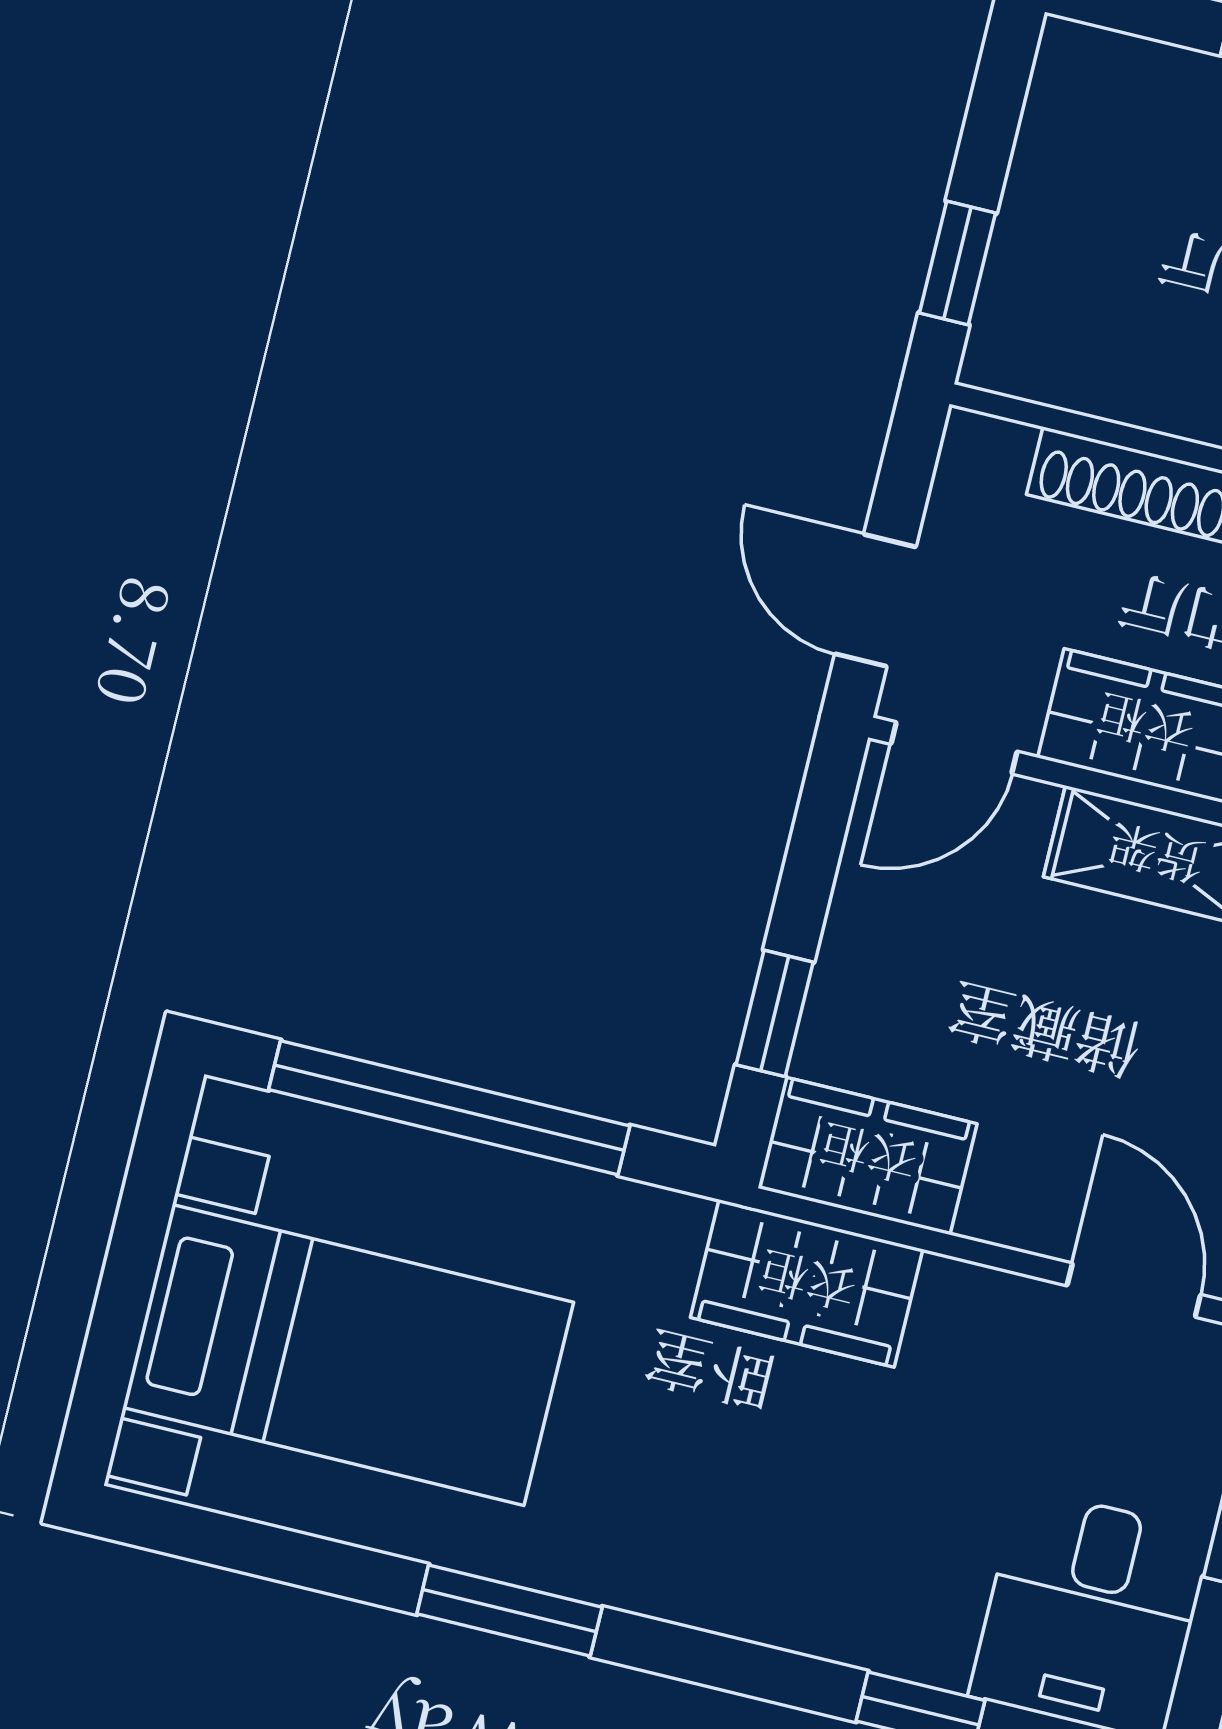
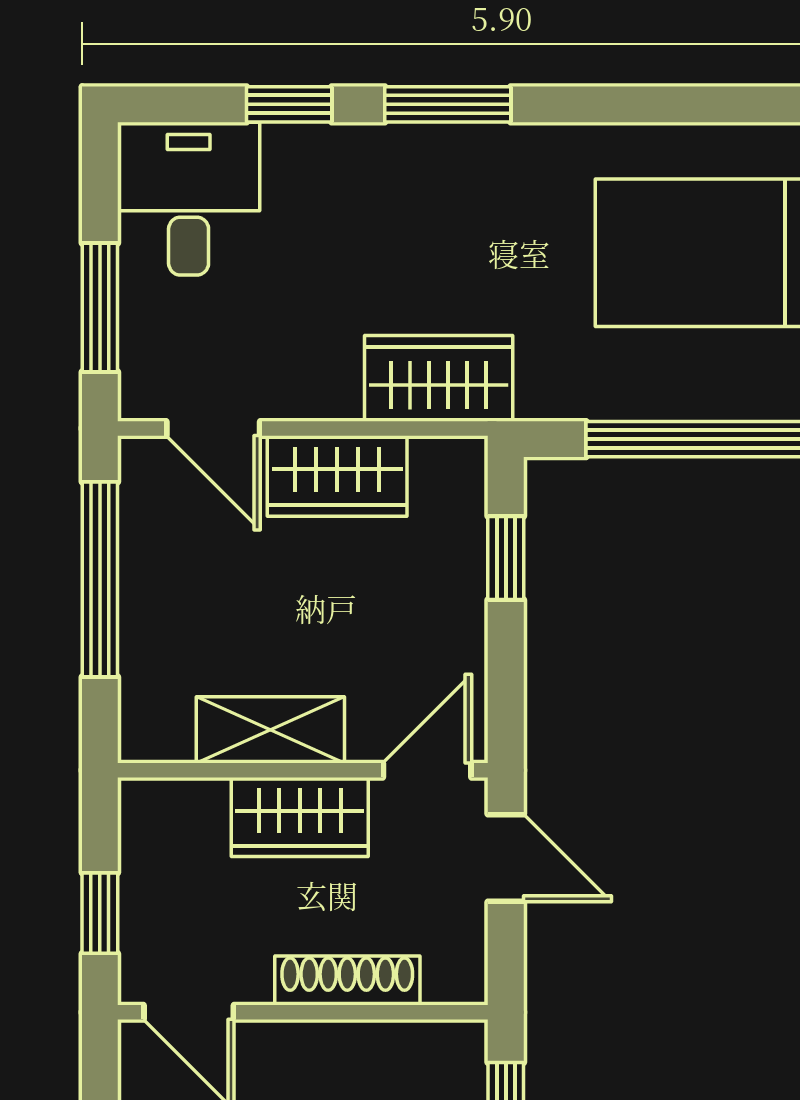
wardrobe: (868, 1156) -> (337, 476), moved
window: (509, 1611) -> (448, 104), moved

